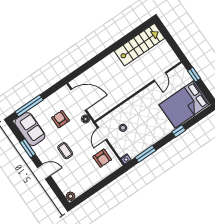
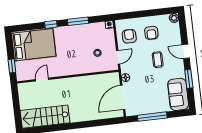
door: (79, 100) -> (123, 97), hinge flipped
window: (29, 106) -> (152, 117), moved
armchair: (60, 119) -> (151, 33), moved
window: (146, 154) -> (78, 21), moved

